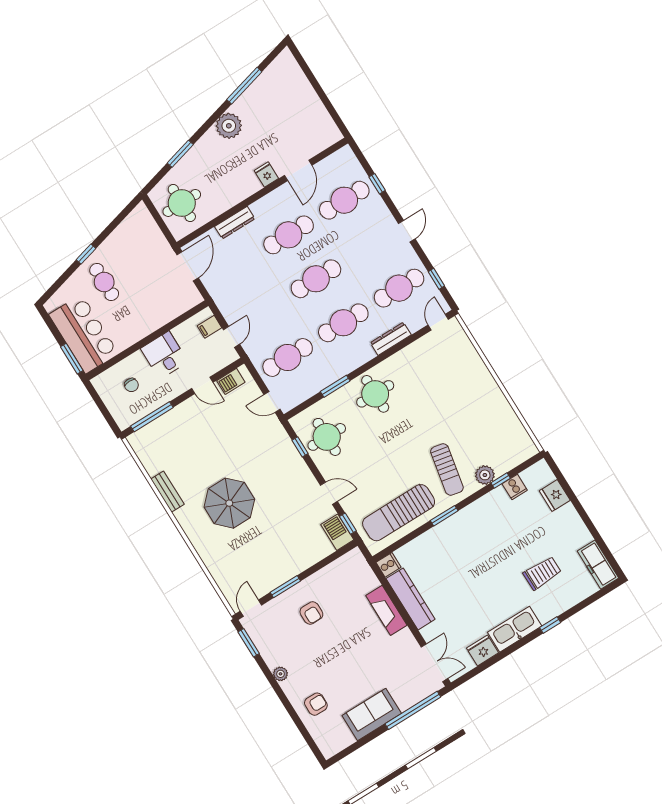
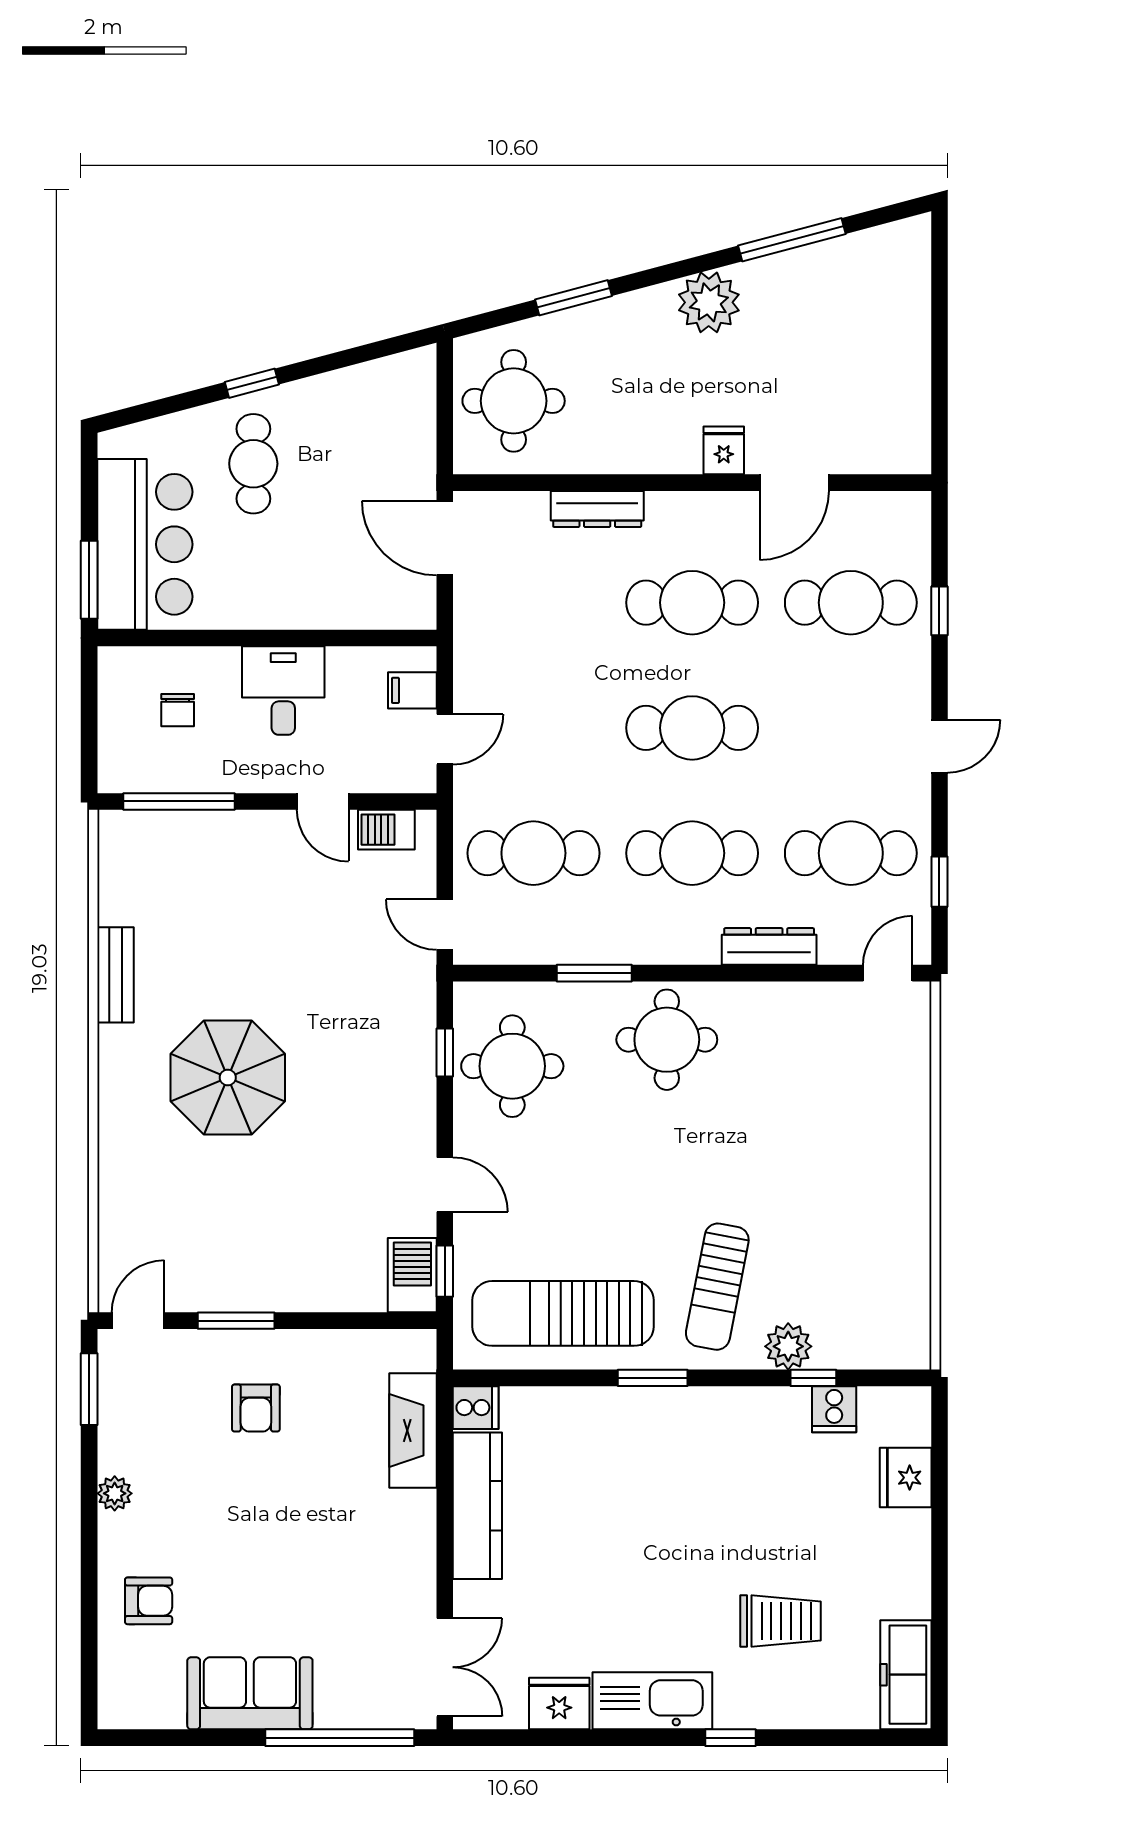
door: (188, 266) -> (445, 538), swing flipped
fireplace: (386, 610) -> (413, 1430), moved

